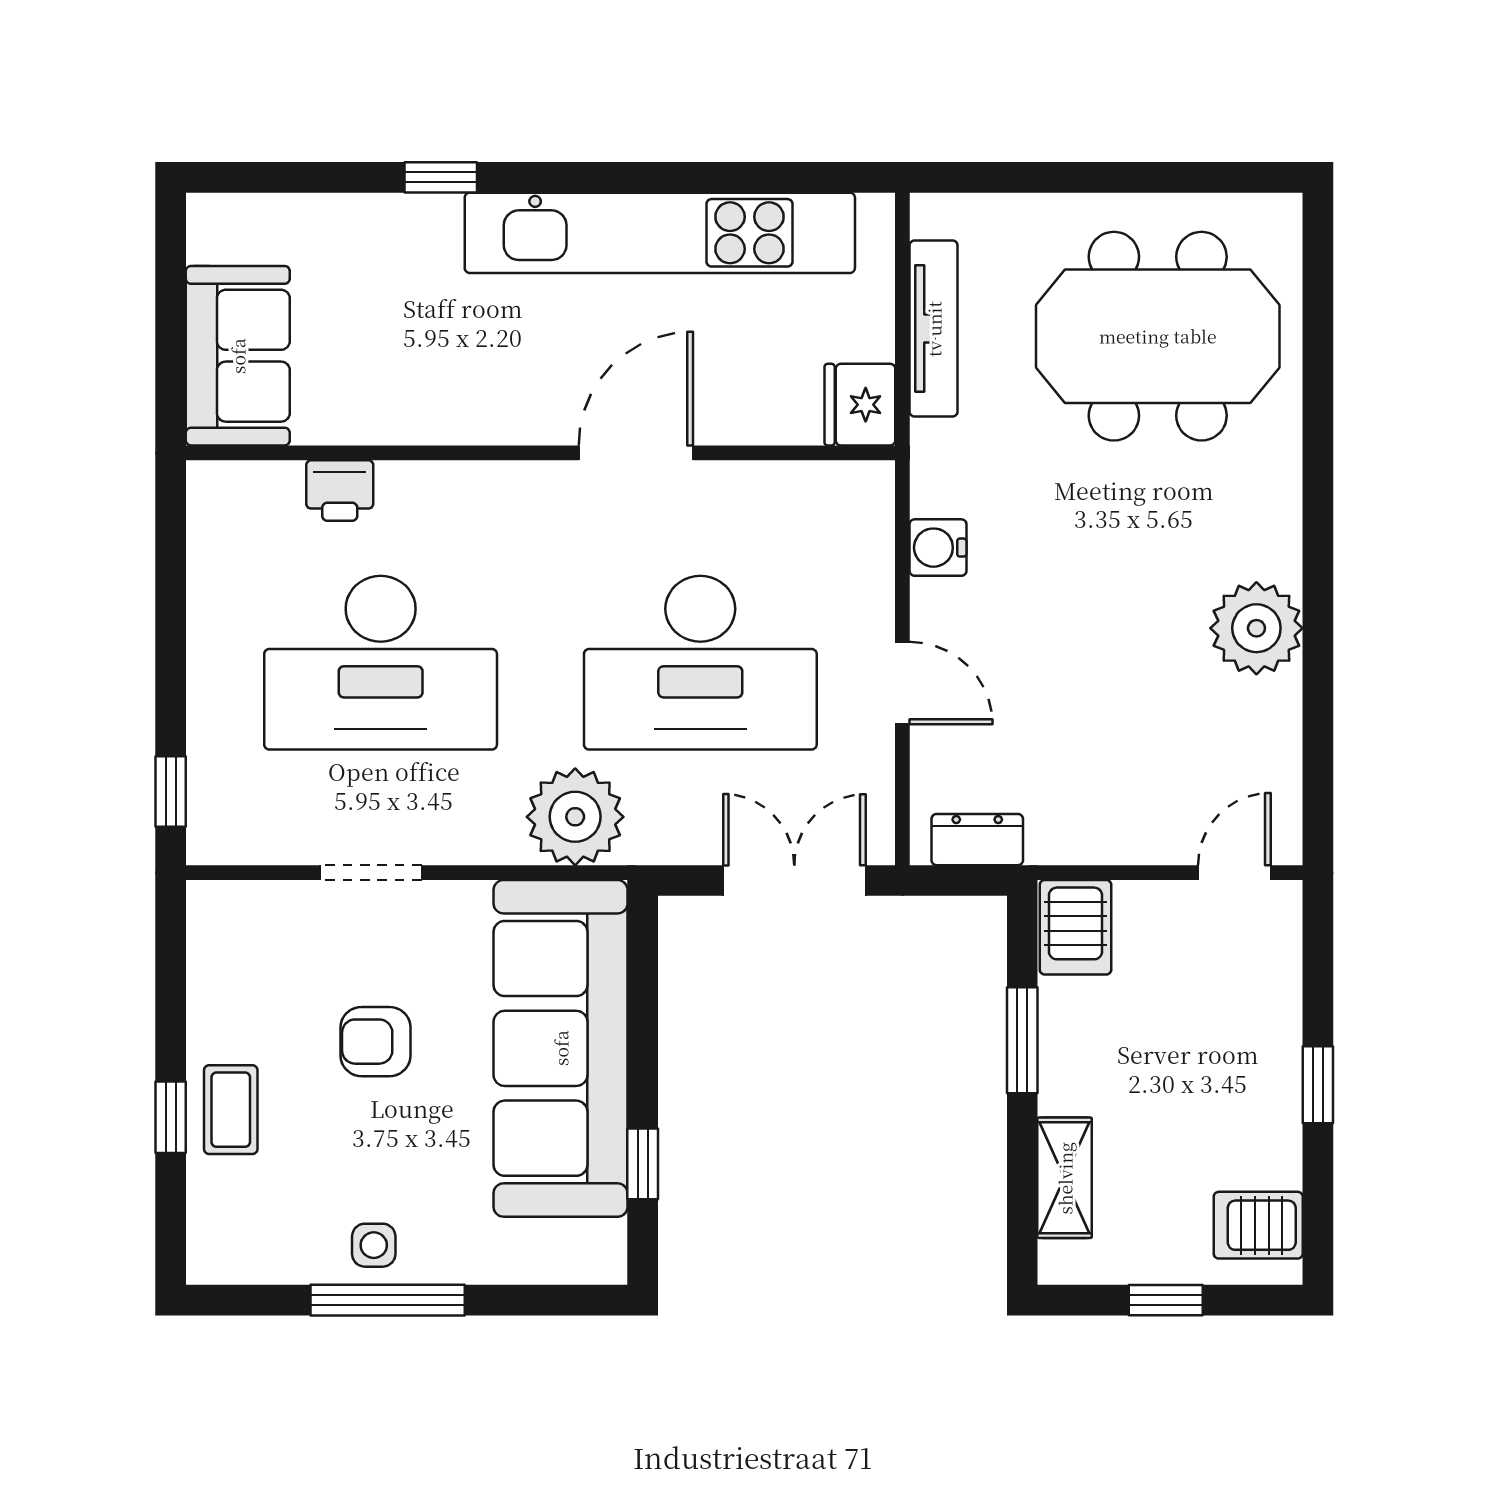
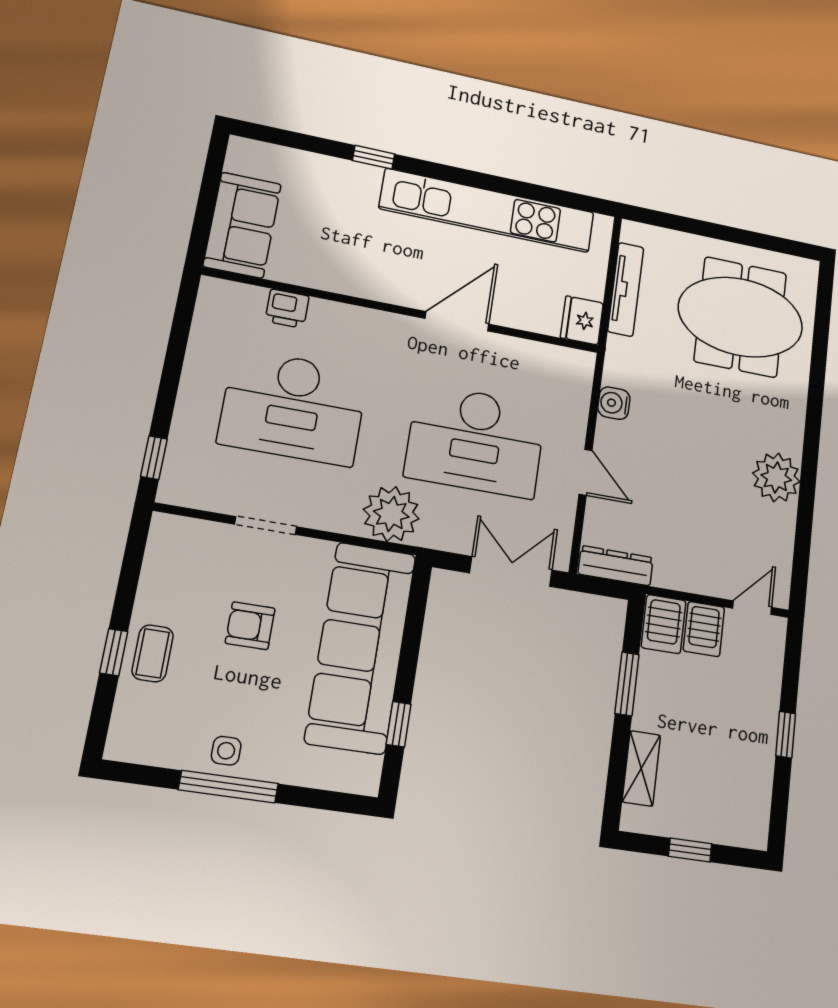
dresser: (977, 840) -> (616, 566), width x1.44
server rack: (1258, 1225) -> (704, 629), moved, turned -90

